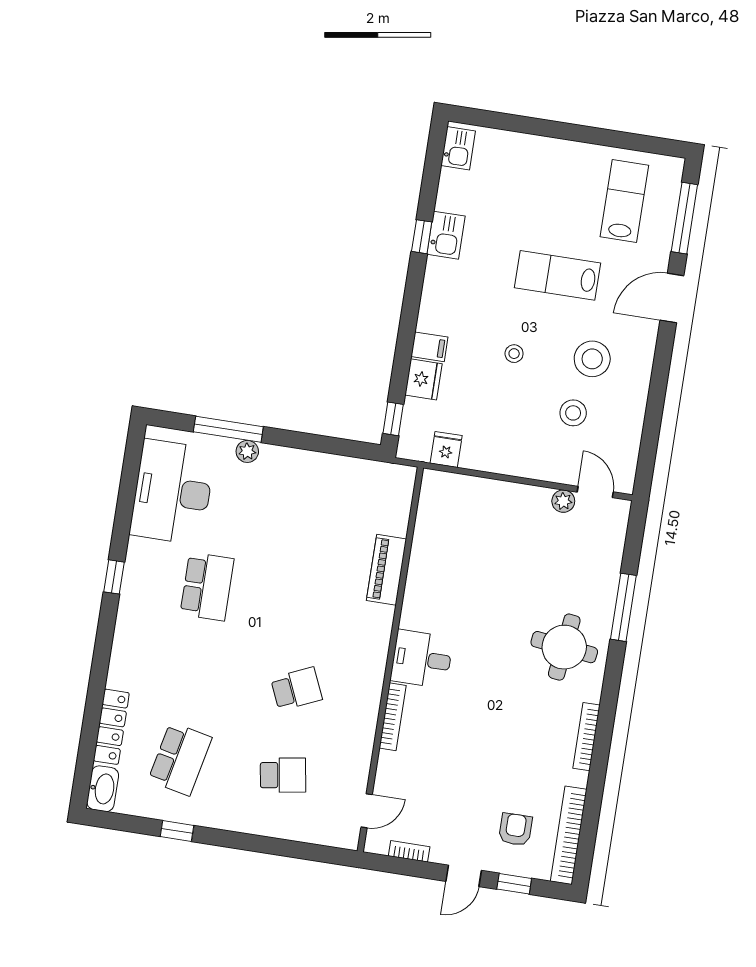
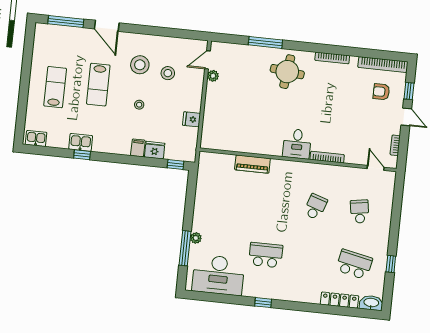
lab bench: (624, 201) -> (55, 87), moved, turned 90
fridge: (446, 449) -> (192, 119), moved
school desk: (296, 689) -> (315, 207), turned 42

